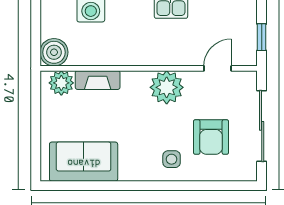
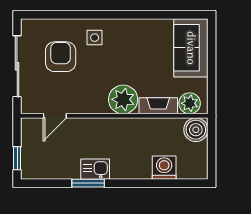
window: (262, 37) -> (17, 158), moved
plant: (167, 87) -> (123, 99), moved
sofa: (84, 162) -> (191, 48), moved, turned 90

